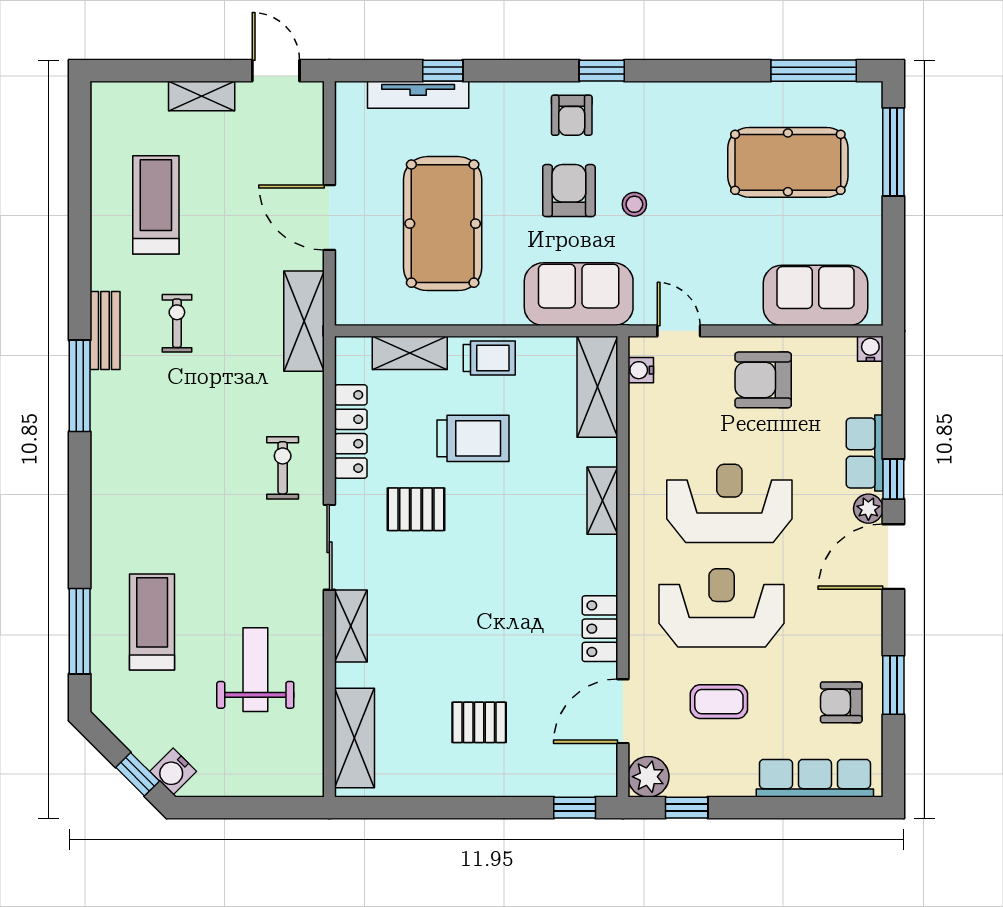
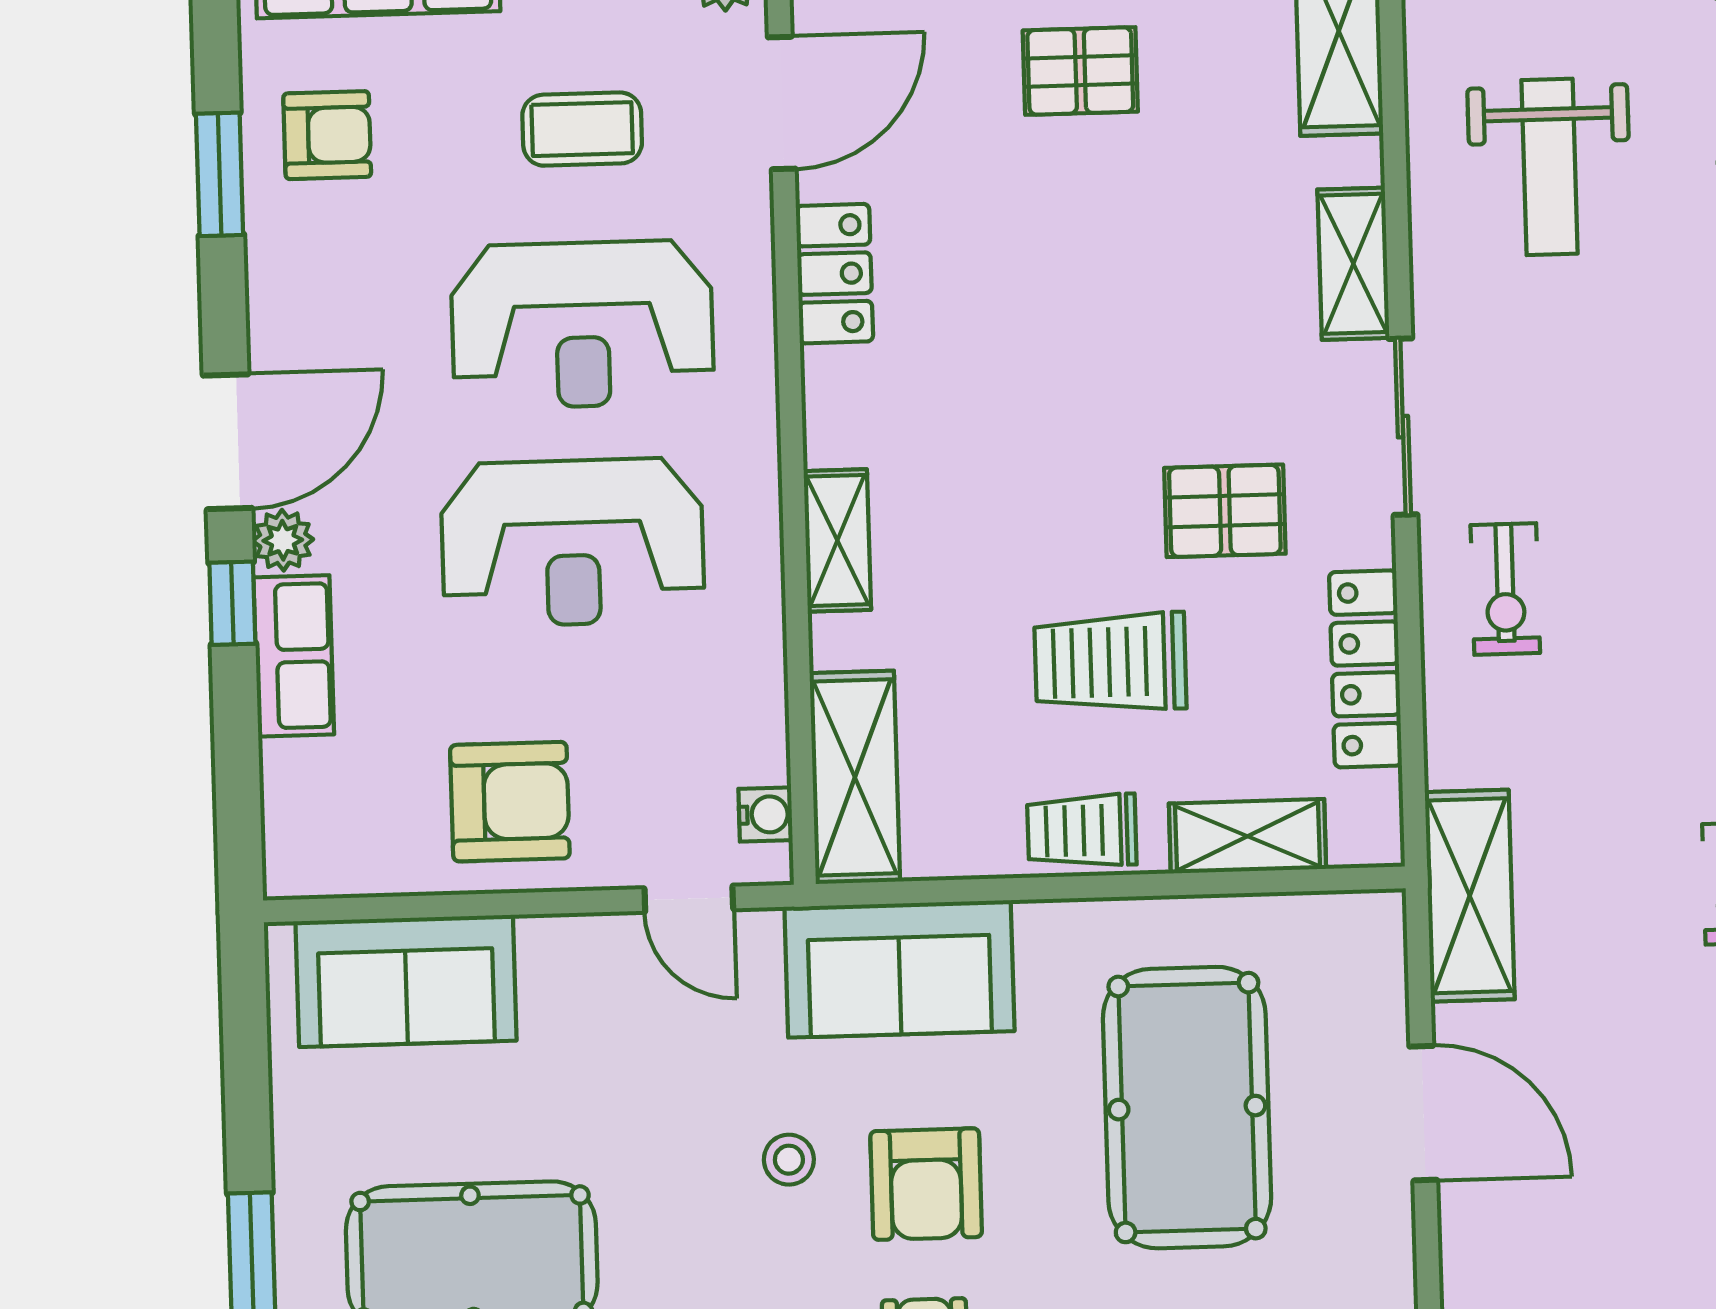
water cooler: (870, 349) -> (289, 873), removed

